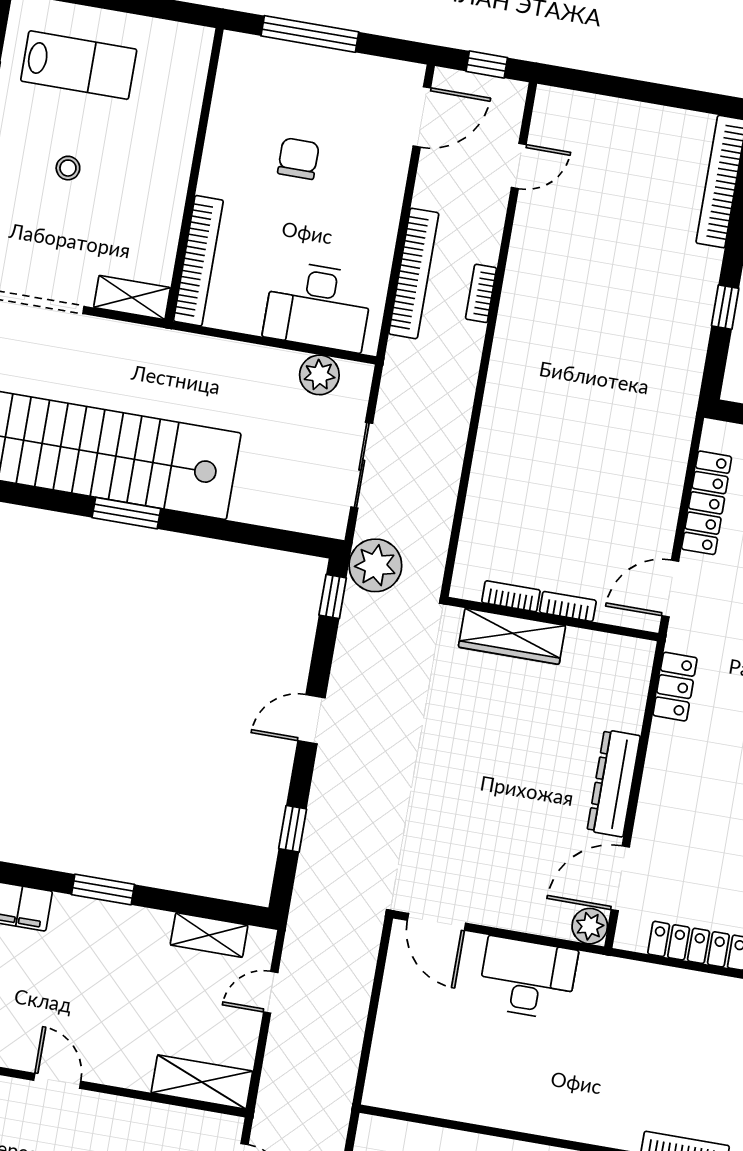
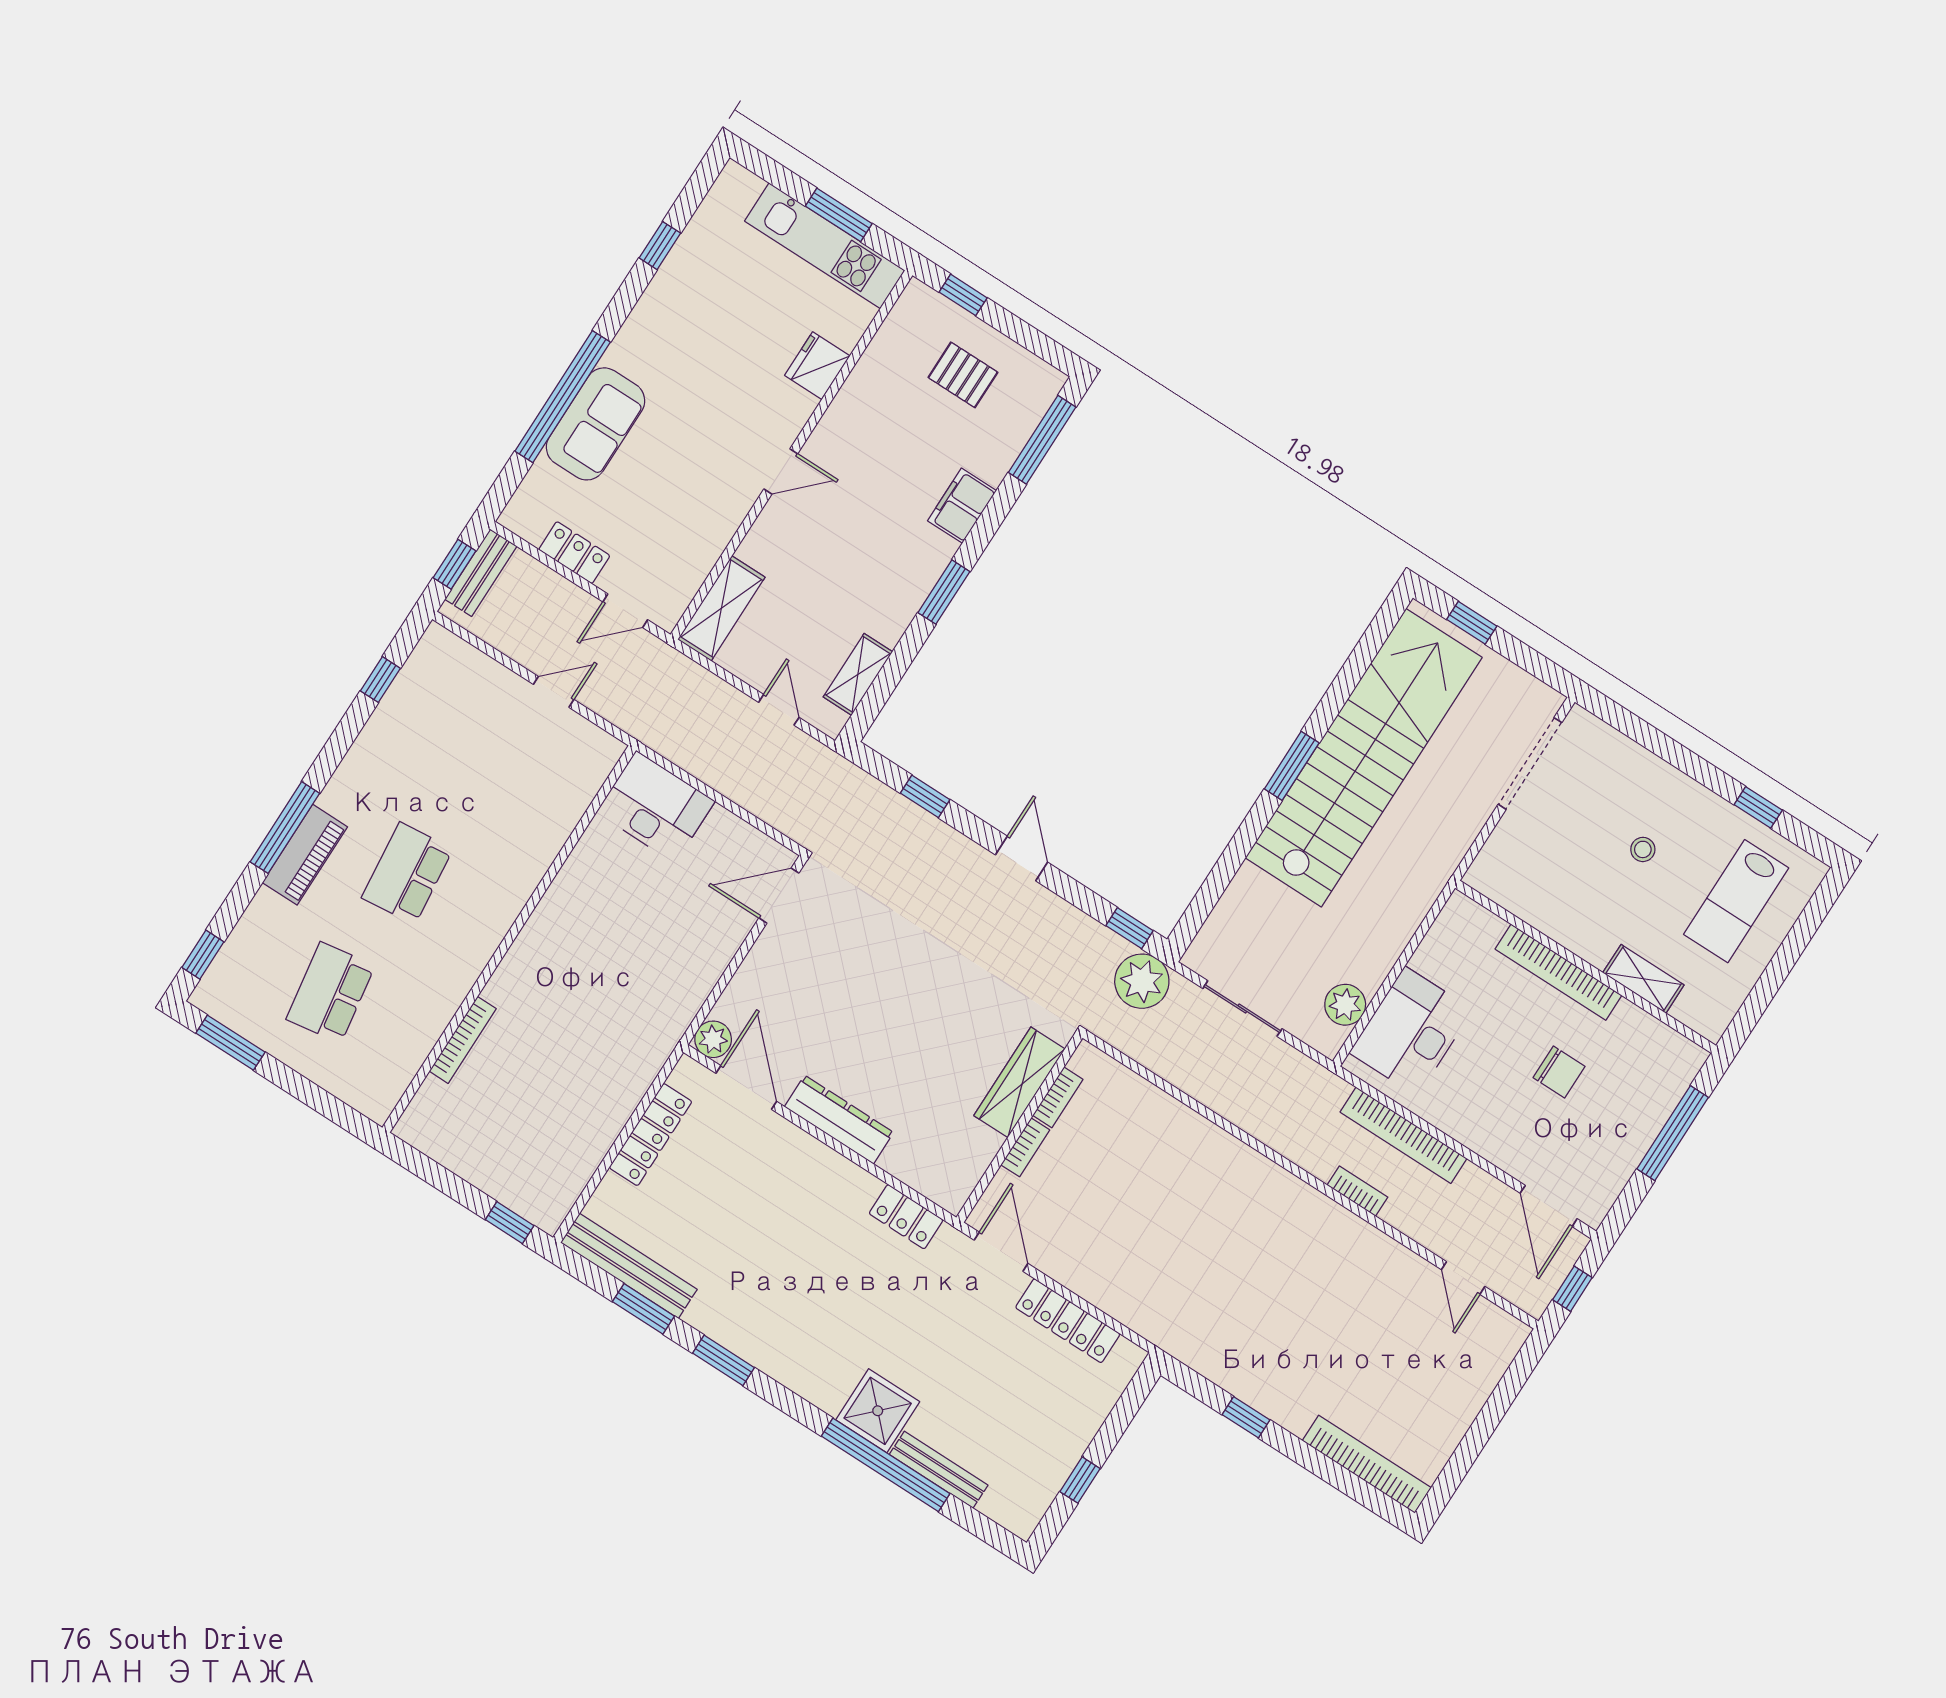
bookcase: (198, 261) -> (1558, 972), moved
shelving: (132, 297) -> (1643, 979), moved, turned 90
desk: (528, 978) -> (656, 807), moved, turned -90

